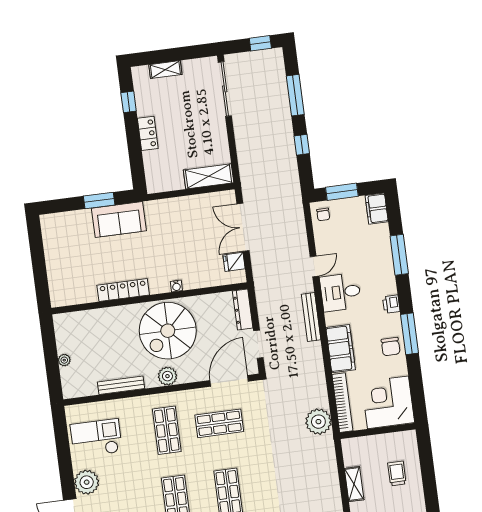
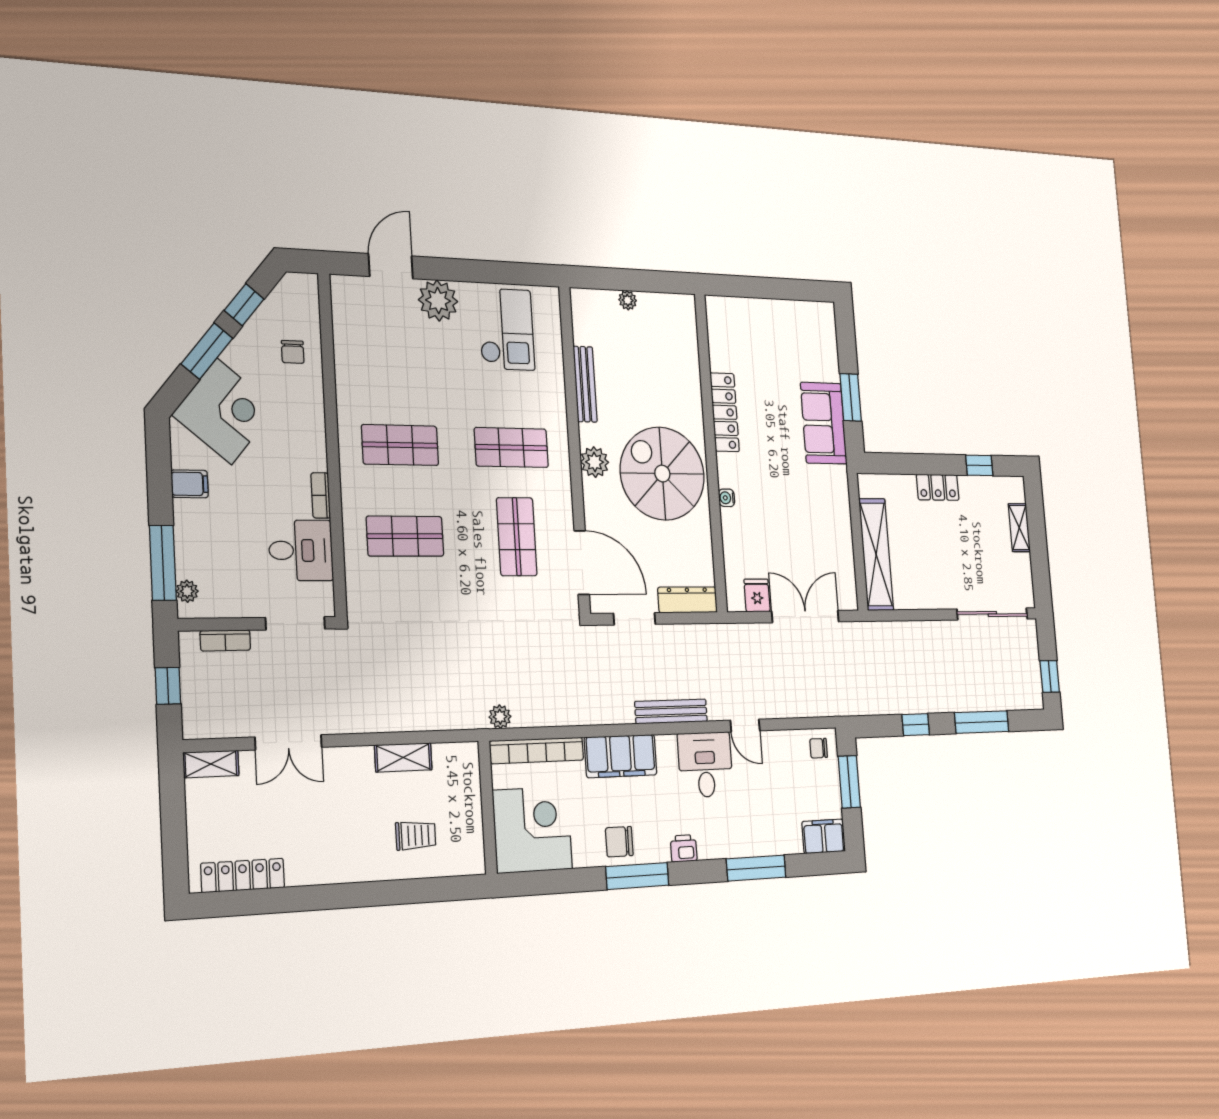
shelving: (209, 176) -> (876, 554), width x1.47
plant: (318, 422) -> (500, 717), width x0.53, depth x0.53

